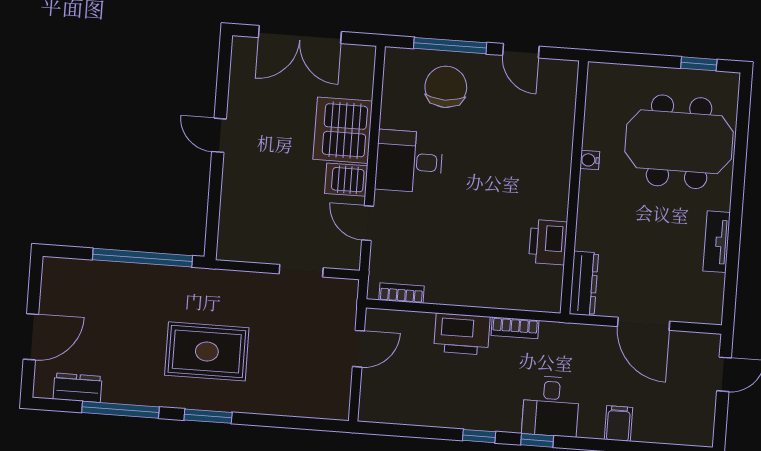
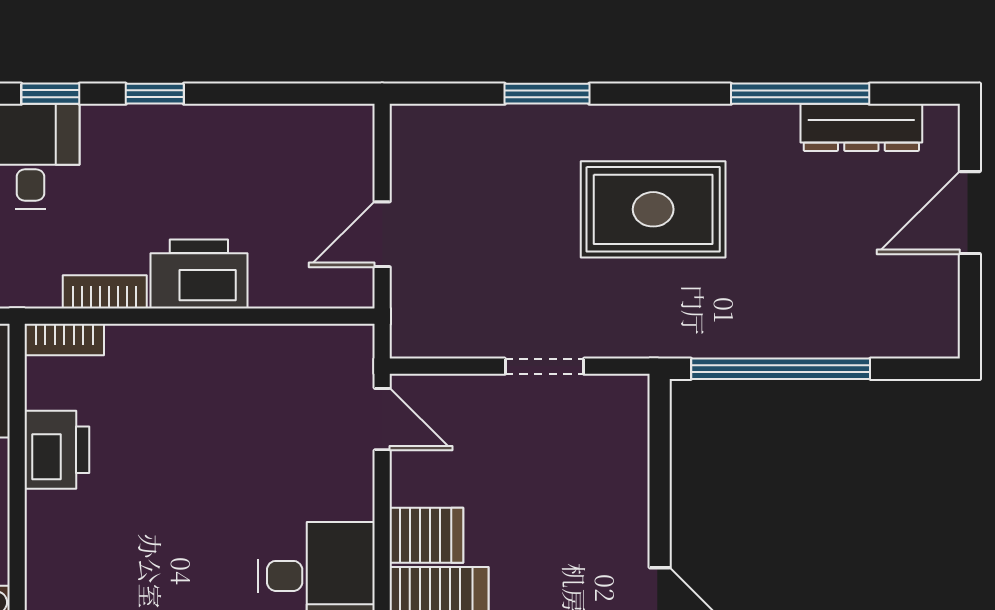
door: (368, 223) -> (382, 419), moved
doorway: (301, 271) -> (544, 366), moved
bookcase: (401, 293) -> (64, 340), moved
dresser: (78, 388) -> (861, 127), width x1.44
window: (208, 416) -> (547, 94), moved

